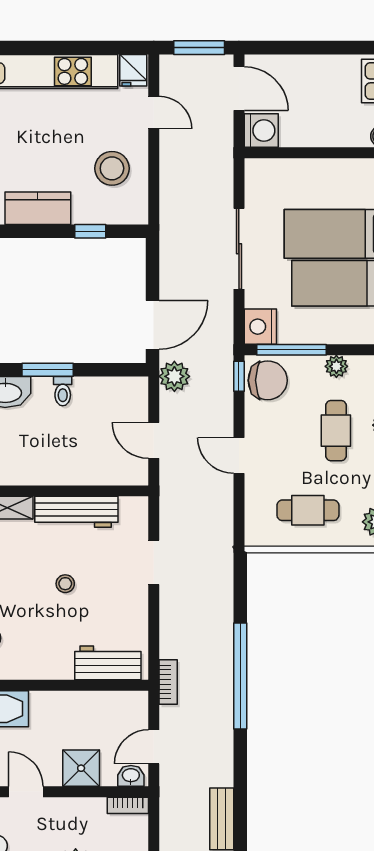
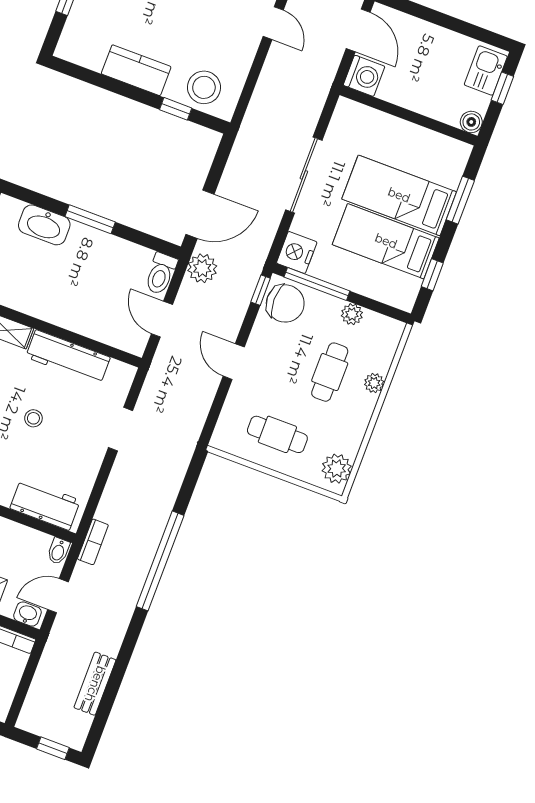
stool: (112, 168) -> (204, 87), moved
toilet: (63, 391) -> (161, 274), moved, width x1.37, depth x1.39
bidet: (138, 703) -> (58, 551), added

